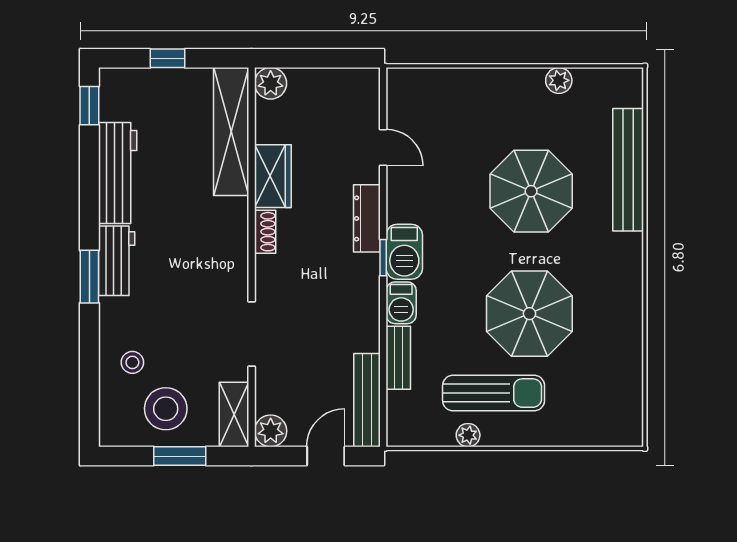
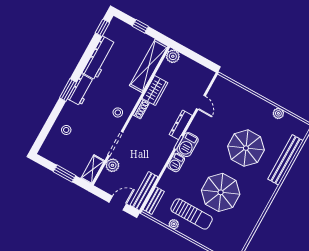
bench: (398, 358) -> (154, 201), moved
stool: (166, 409) -> (118, 112), moved, width x0.53, depth x0.53
plant: (271, 431) -> (112, 165), moved

